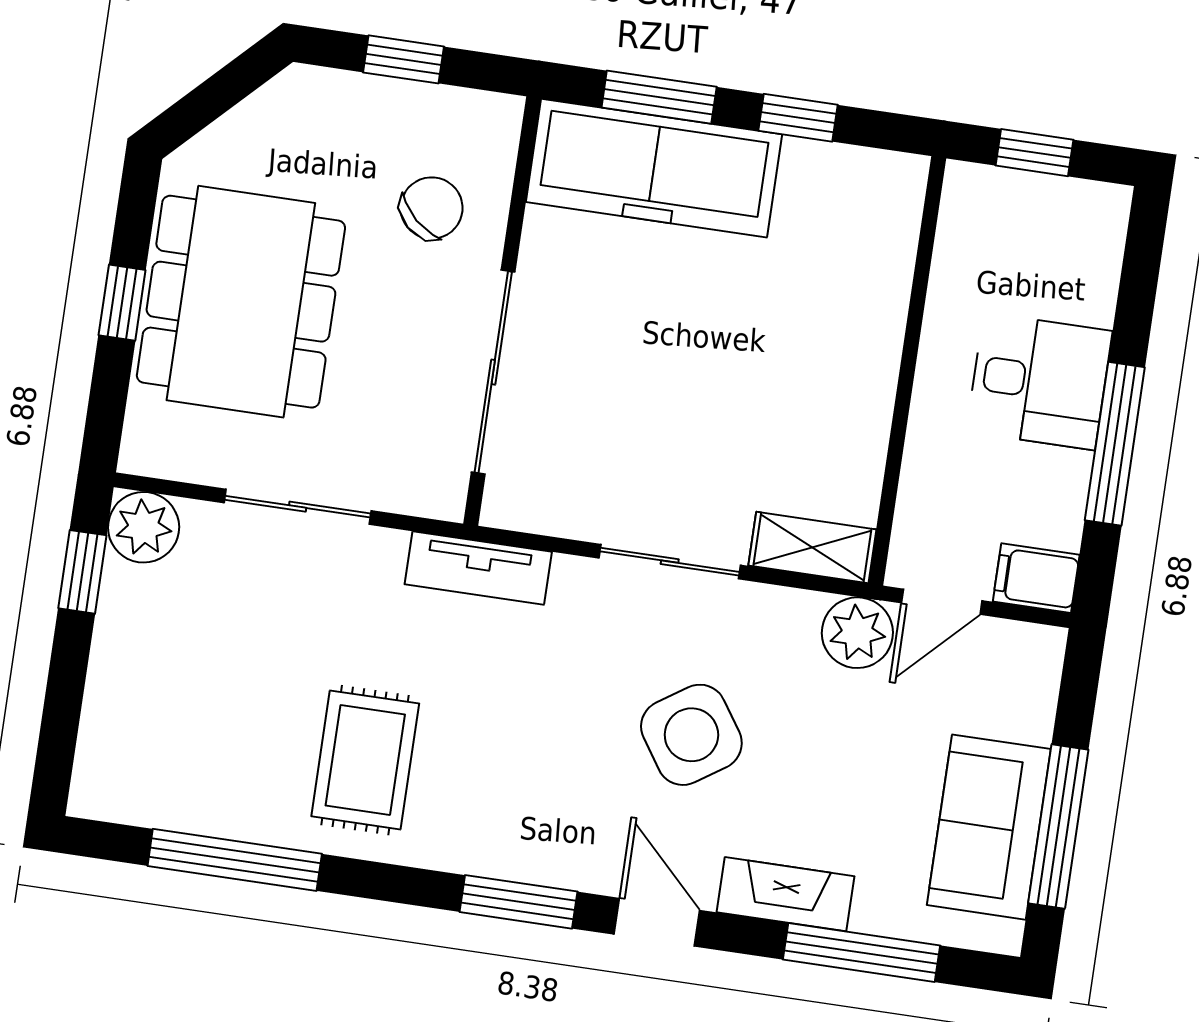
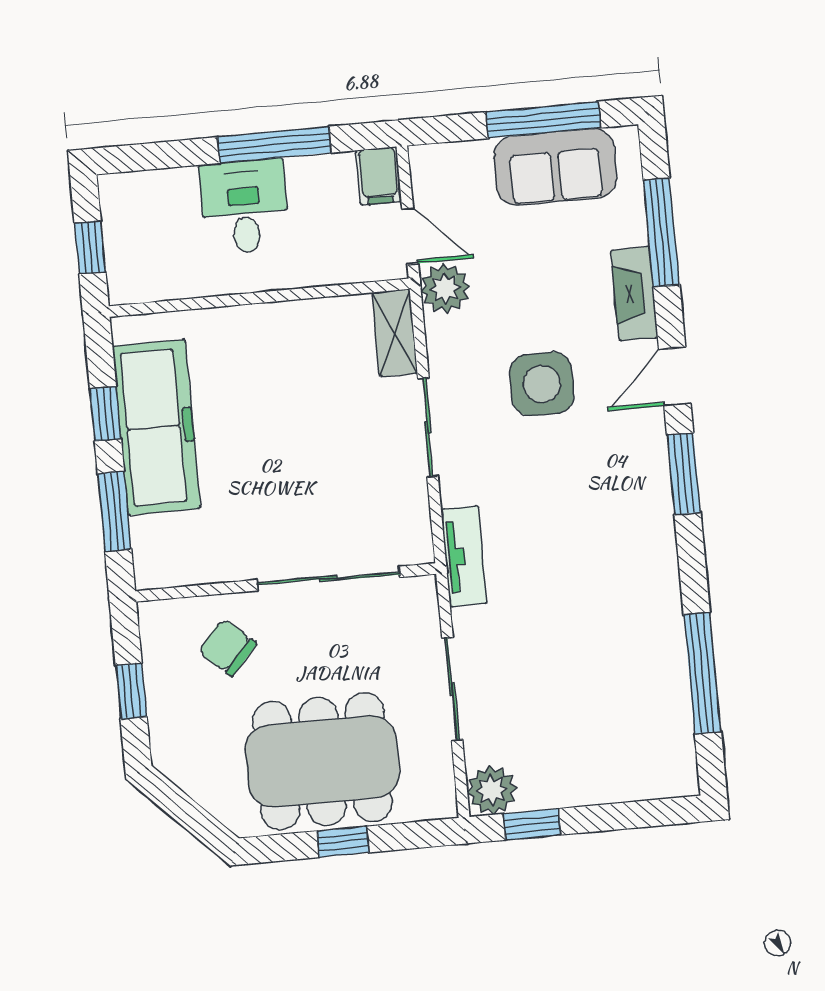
freezer: (654, 168) -> (156, 427), moved
side table: (691, 735) -> (542, 384), turned 34
rug: (365, 760) -> (613, 601), removed

